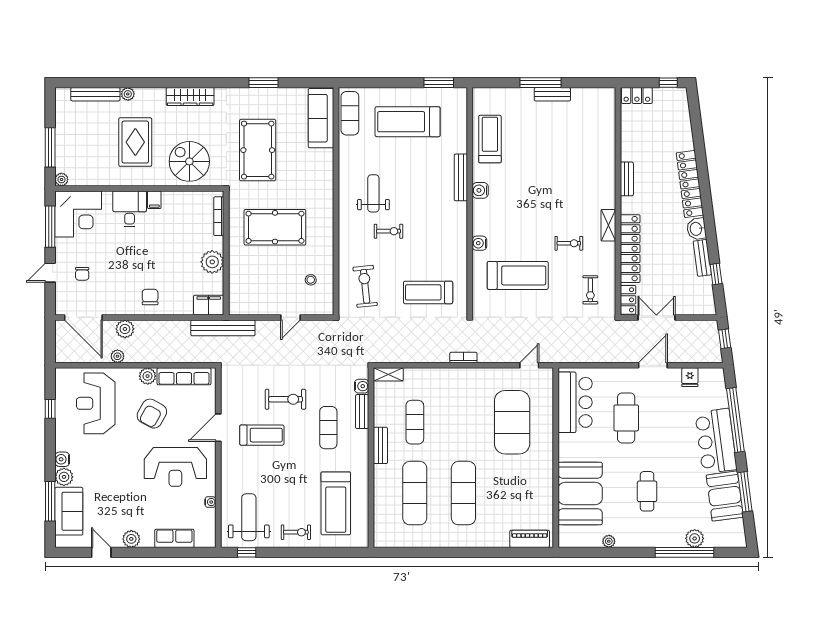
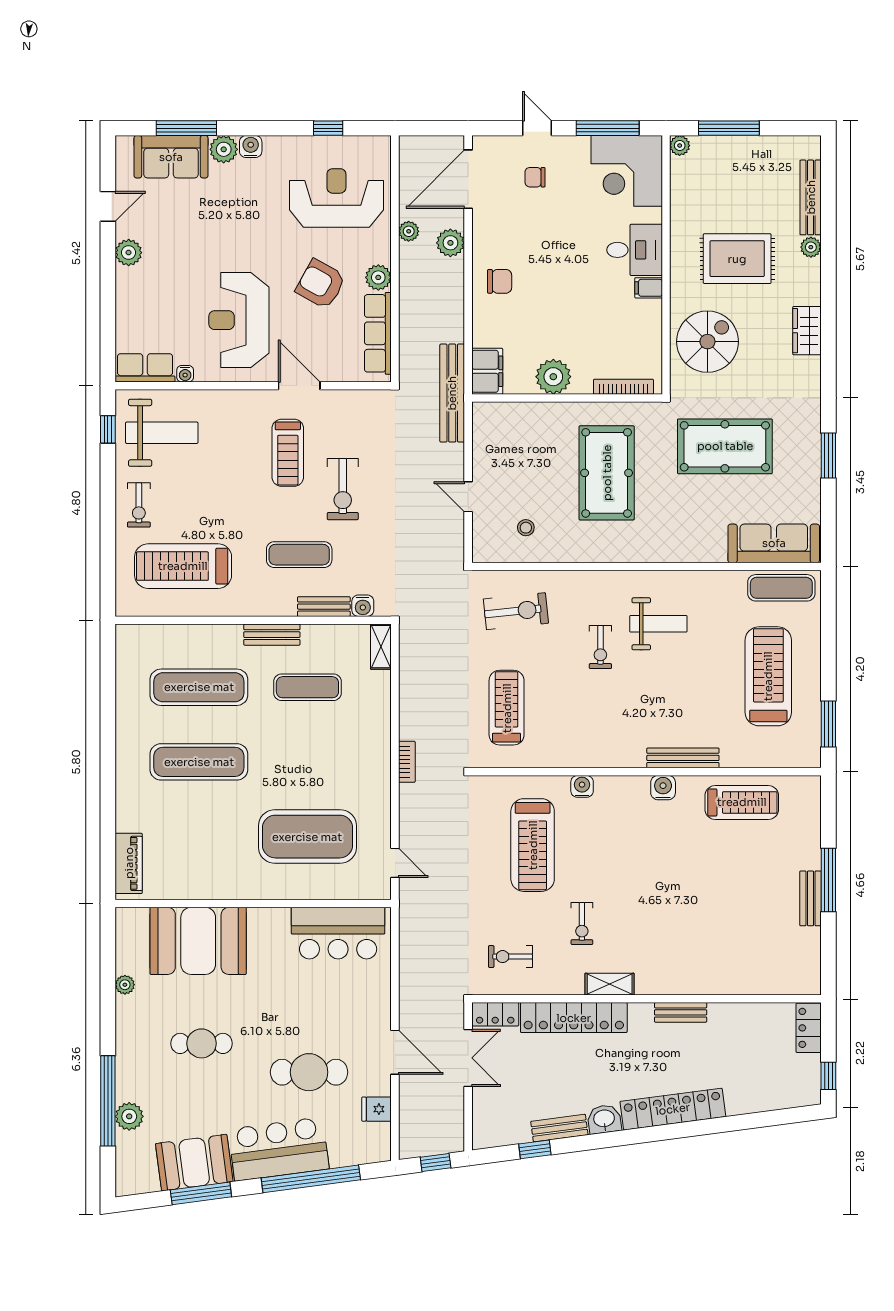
wardrobe: (190, 97) -> (807, 331), width x0.67
cafe table: (626, 418) -> (309, 1072), moved
row of seats: (174, 538) -> (145, 368), moved, turned -90

